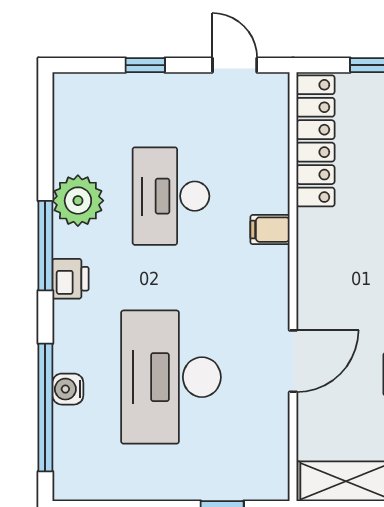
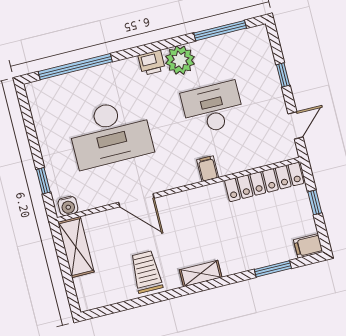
plant: (78, 201) -> (180, 60), moved
window: (45, 246) -> (220, 31), moved
desk: (171, 377) -> (110, 133), turned 180
water cooler: (68, 389) -> (68, 206), moved, turned 180

